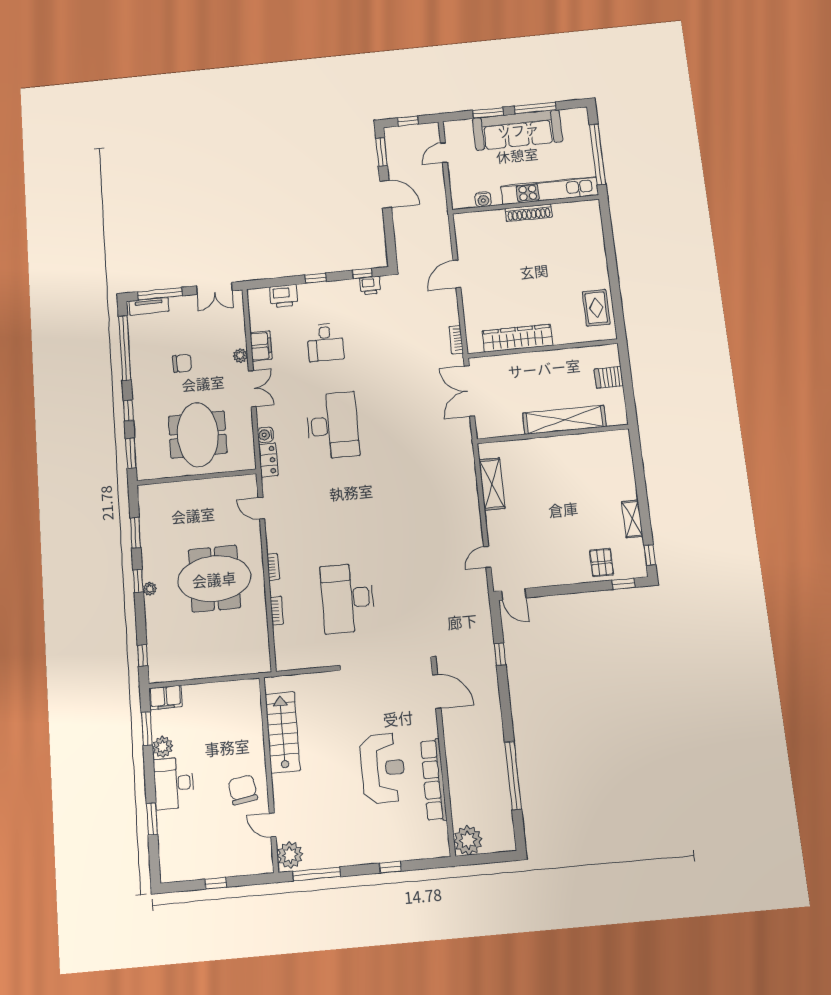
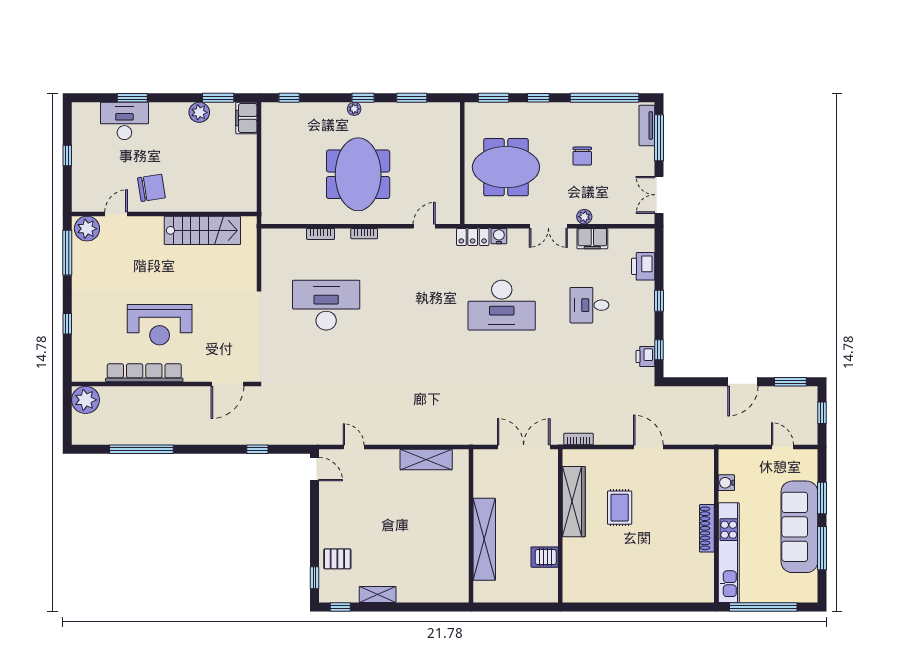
rug: (596, 308) -> (620, 508), moved, turned 90
server rack: (609, 377) -> (545, 557), moved, turned -90
door: (514, 594) -> (314, 469), swing flipped
desk: (174, 783) -> (124, 121), moved

